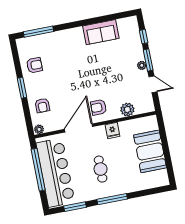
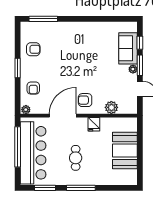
sofa: (101, 32) -> (128, 48), moved, turned 90

